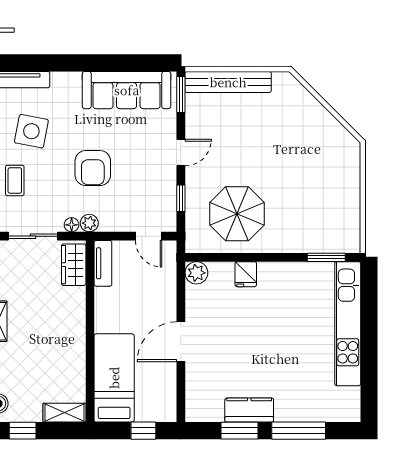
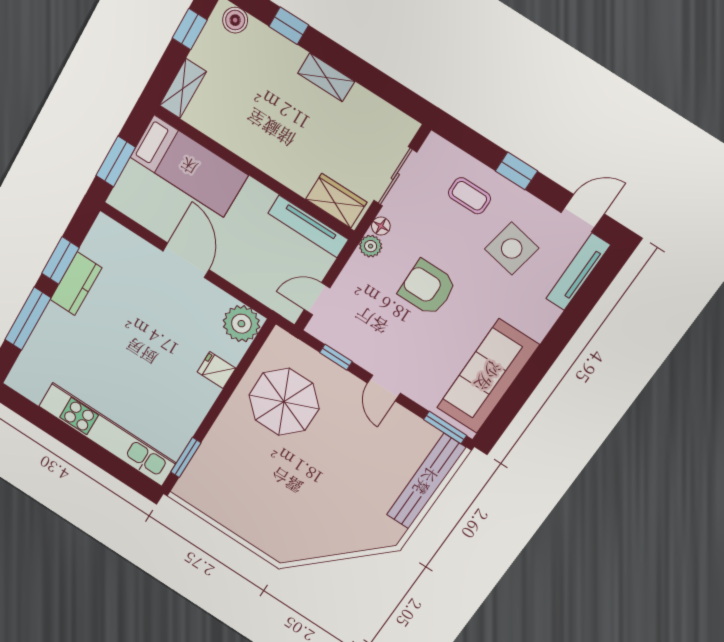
tv unit: (103, 263) -> (308, 226), width x1.41
plant: (196, 273) -> (241, 324), width x1.36, depth x1.36
window: (143, 431) -> (116, 162), width x1.50

